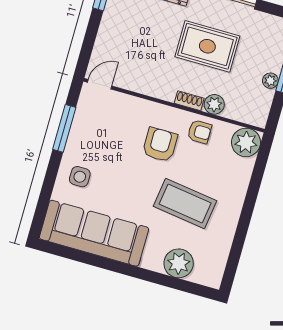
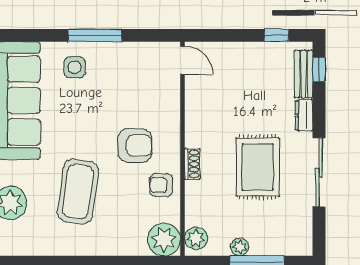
plant: (214, 104) -> (196, 238), moved
window: (64, 128) -> (95, 35), moved
armchair: (200, 132) -> (161, 185), turned 90

